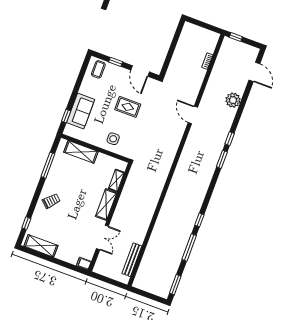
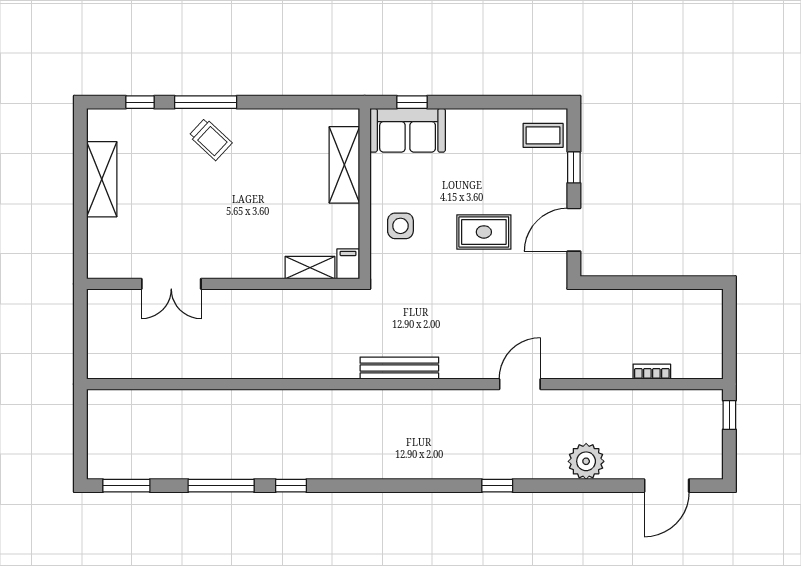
rug: (128, 107) -> (484, 232), turned 90
sofa: (81, 111) -> (408, 130), moved
window: (222, 159) -> (445, 486), removed
window: (48, 165) -> (206, 102), moved
shelving: (106, 205) -> (248, 265), removed
shelving: (41, 246) -> (102, 179), moved
bench: (132, 260) -> (399, 368), moved
filing cabinet: (84, 263) -> (348, 264), moved

